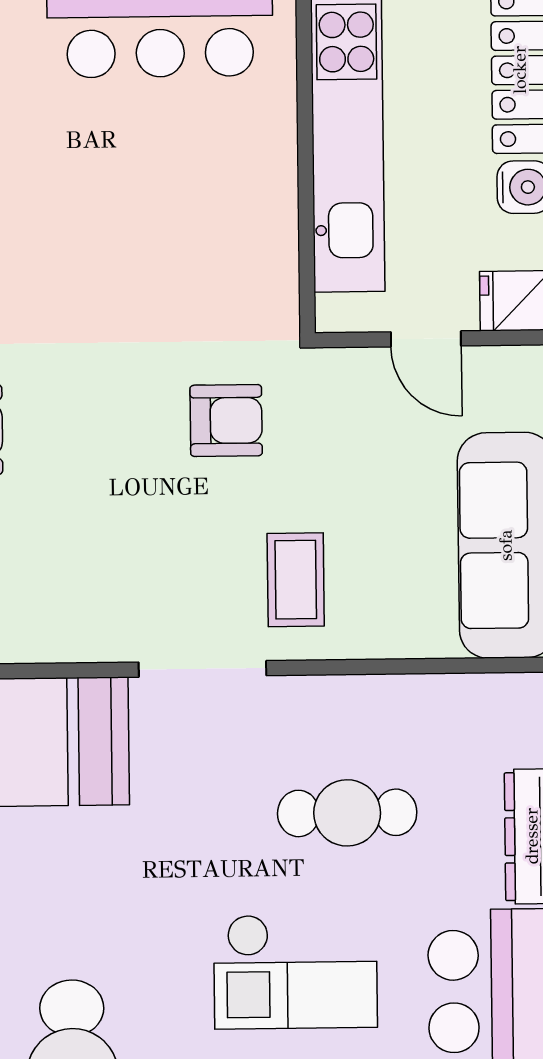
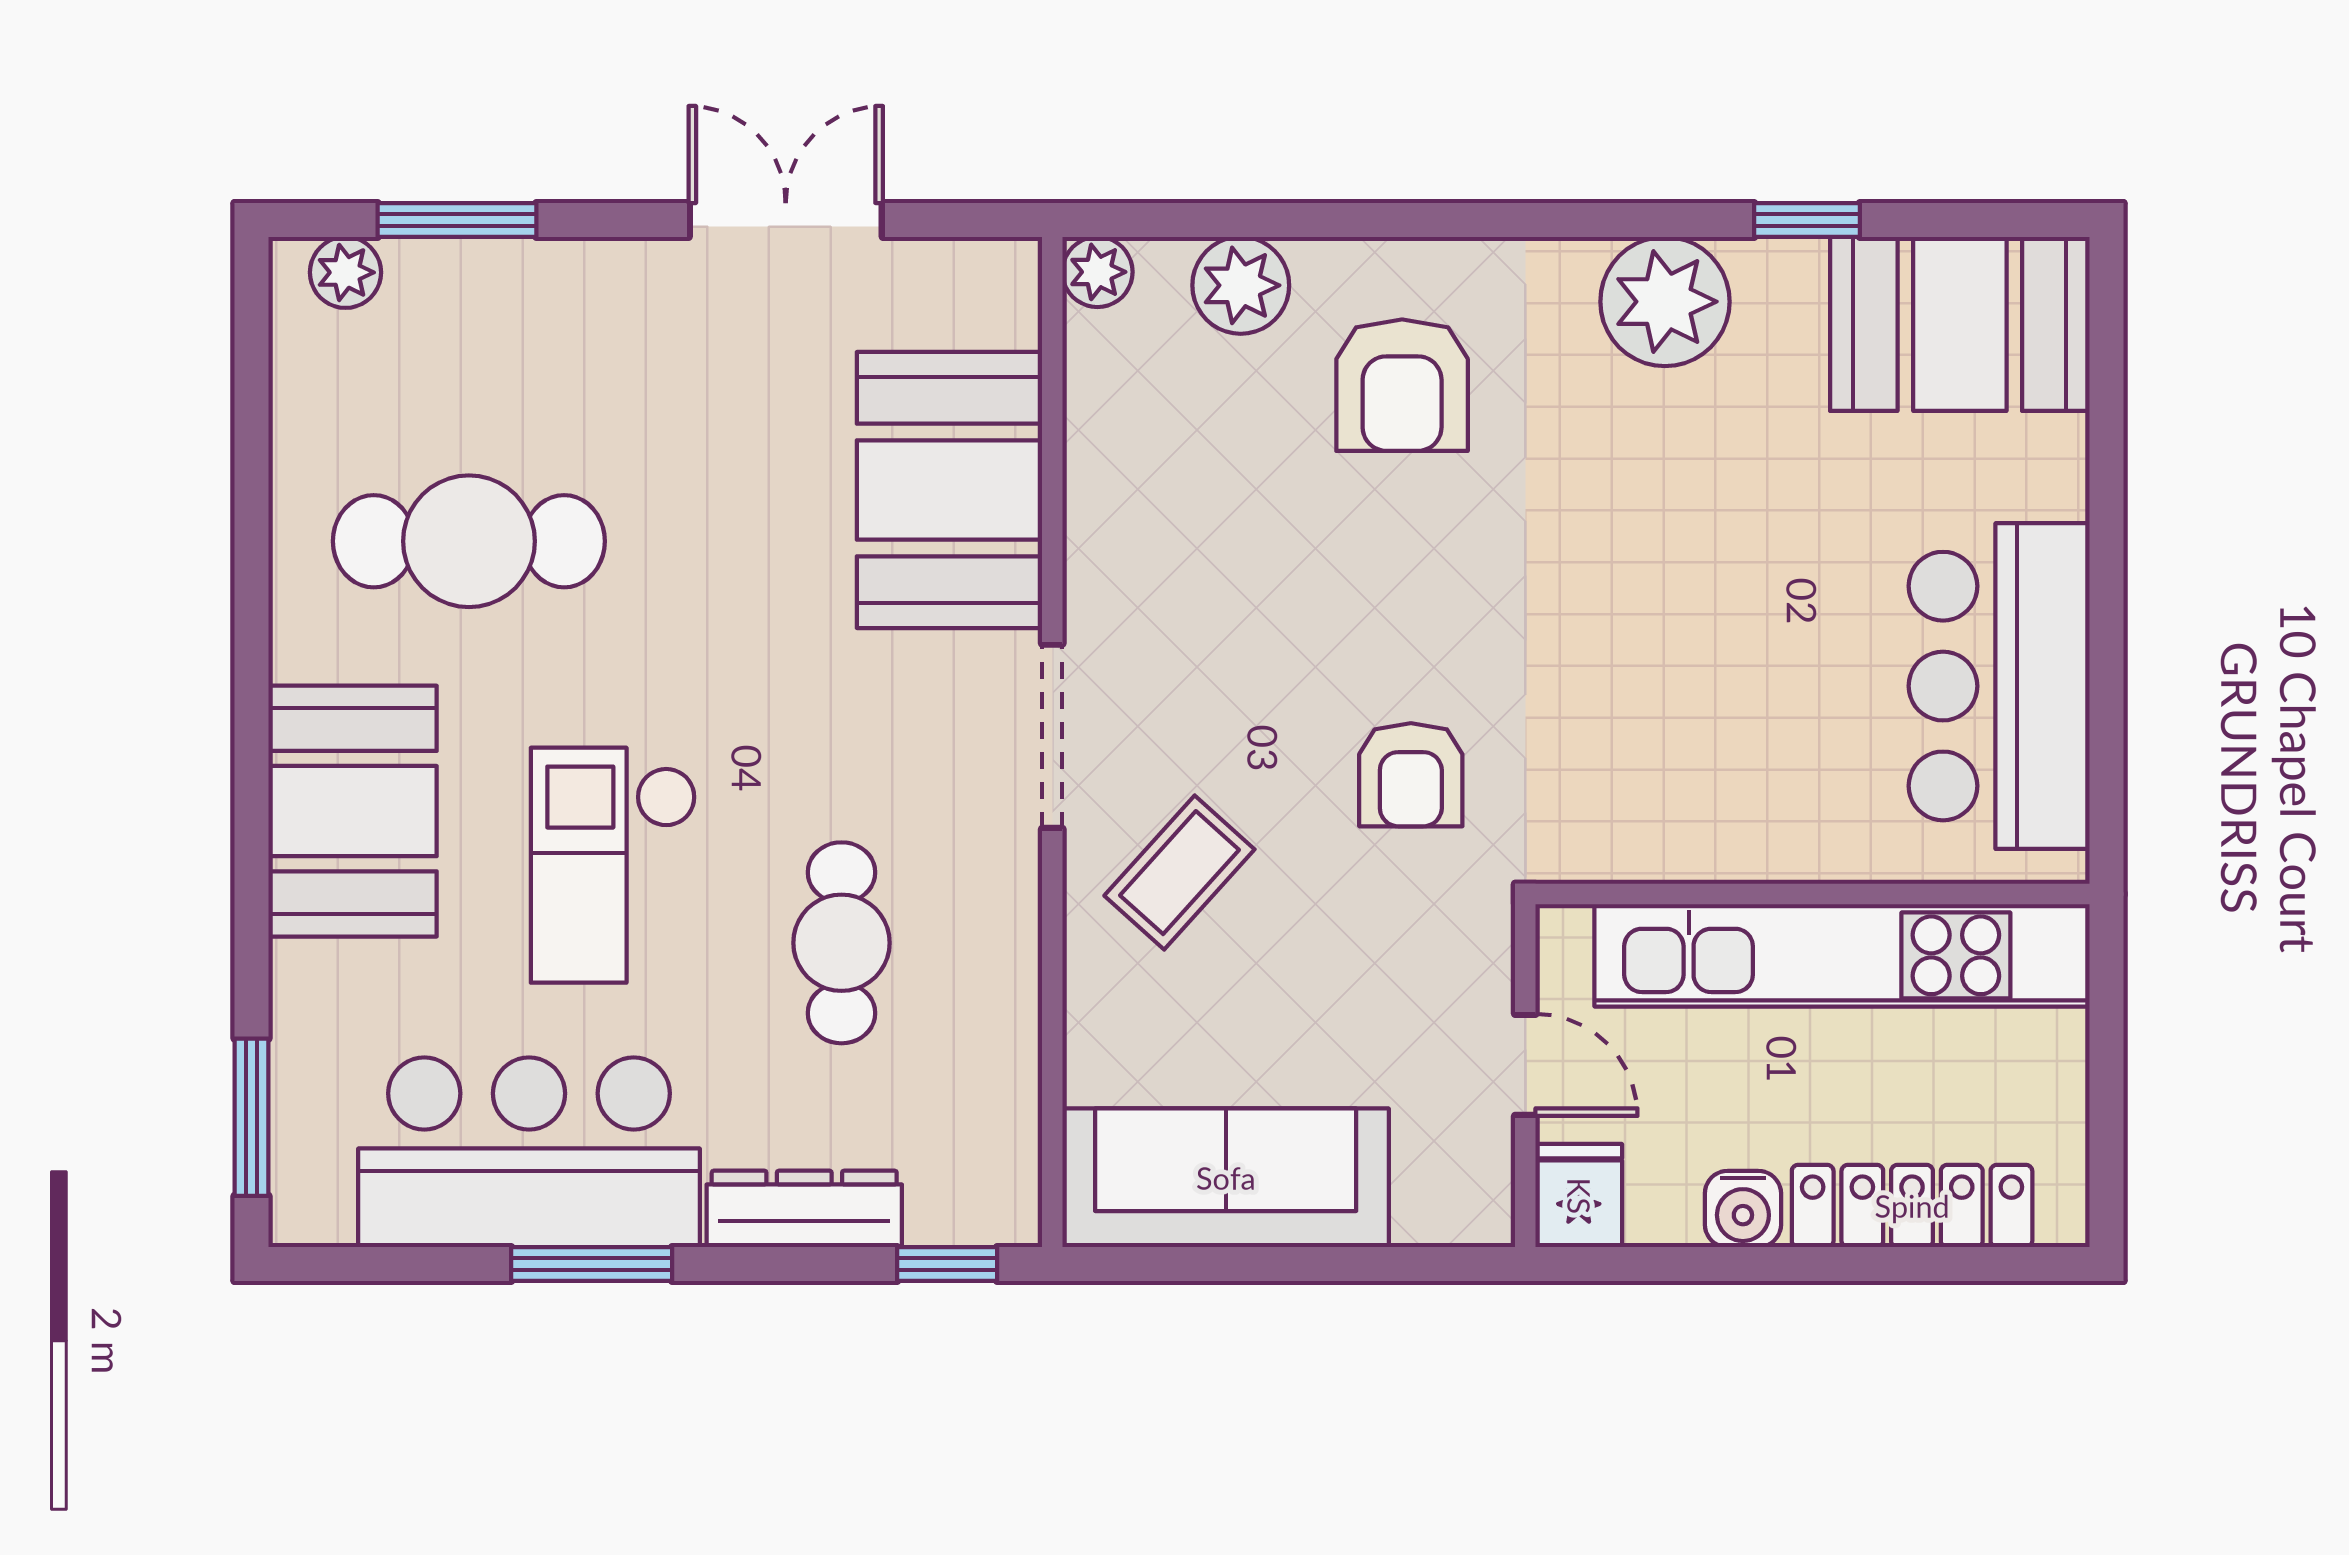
door: (426, 339) -> (1525, 1065), swing flipped
coffee table: (296, 580) -> (1179, 873), turned -48

